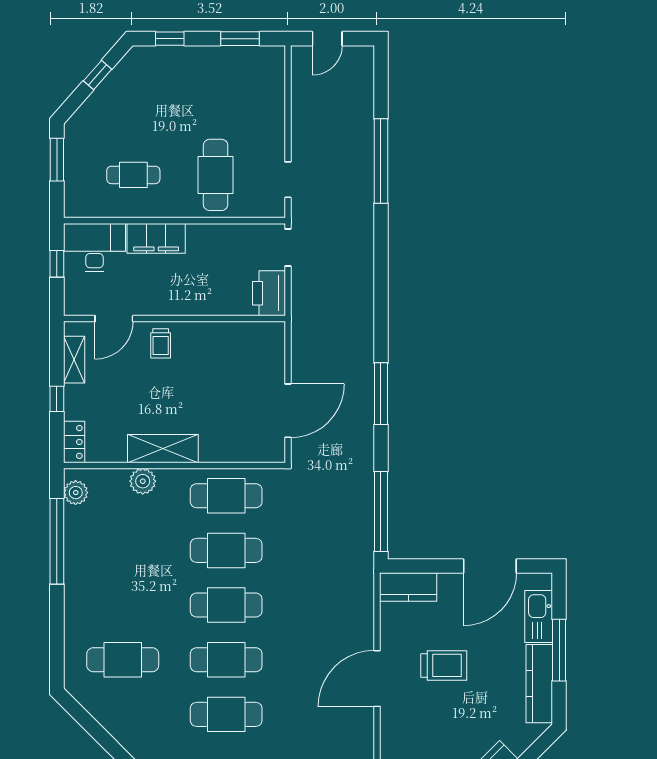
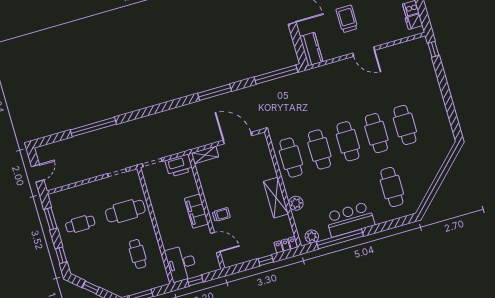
door: (327, 39) -> (38, 173), hinge flipped
cafe table: (216, 88) -> (80, 224), added
filing cabinet: (156, 238) -> (196, 211), moved, turned 180
shelving: (74, 360) -> (205, 155), moved
bar counter: (87, 569) -> (350, 219), added
door: (377, 679) -> (364, 52), width x0.73

